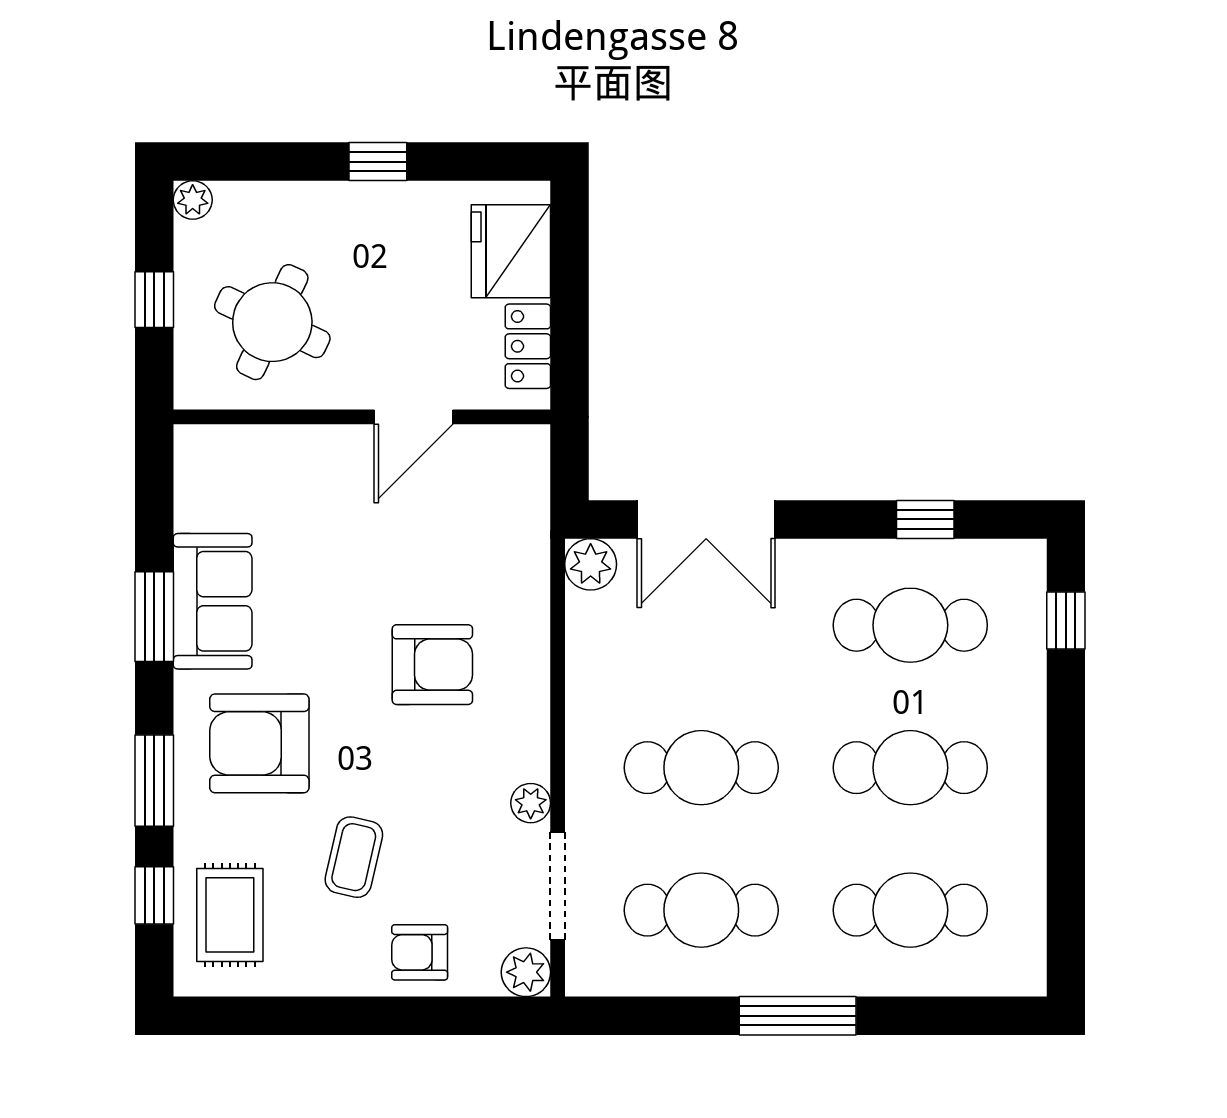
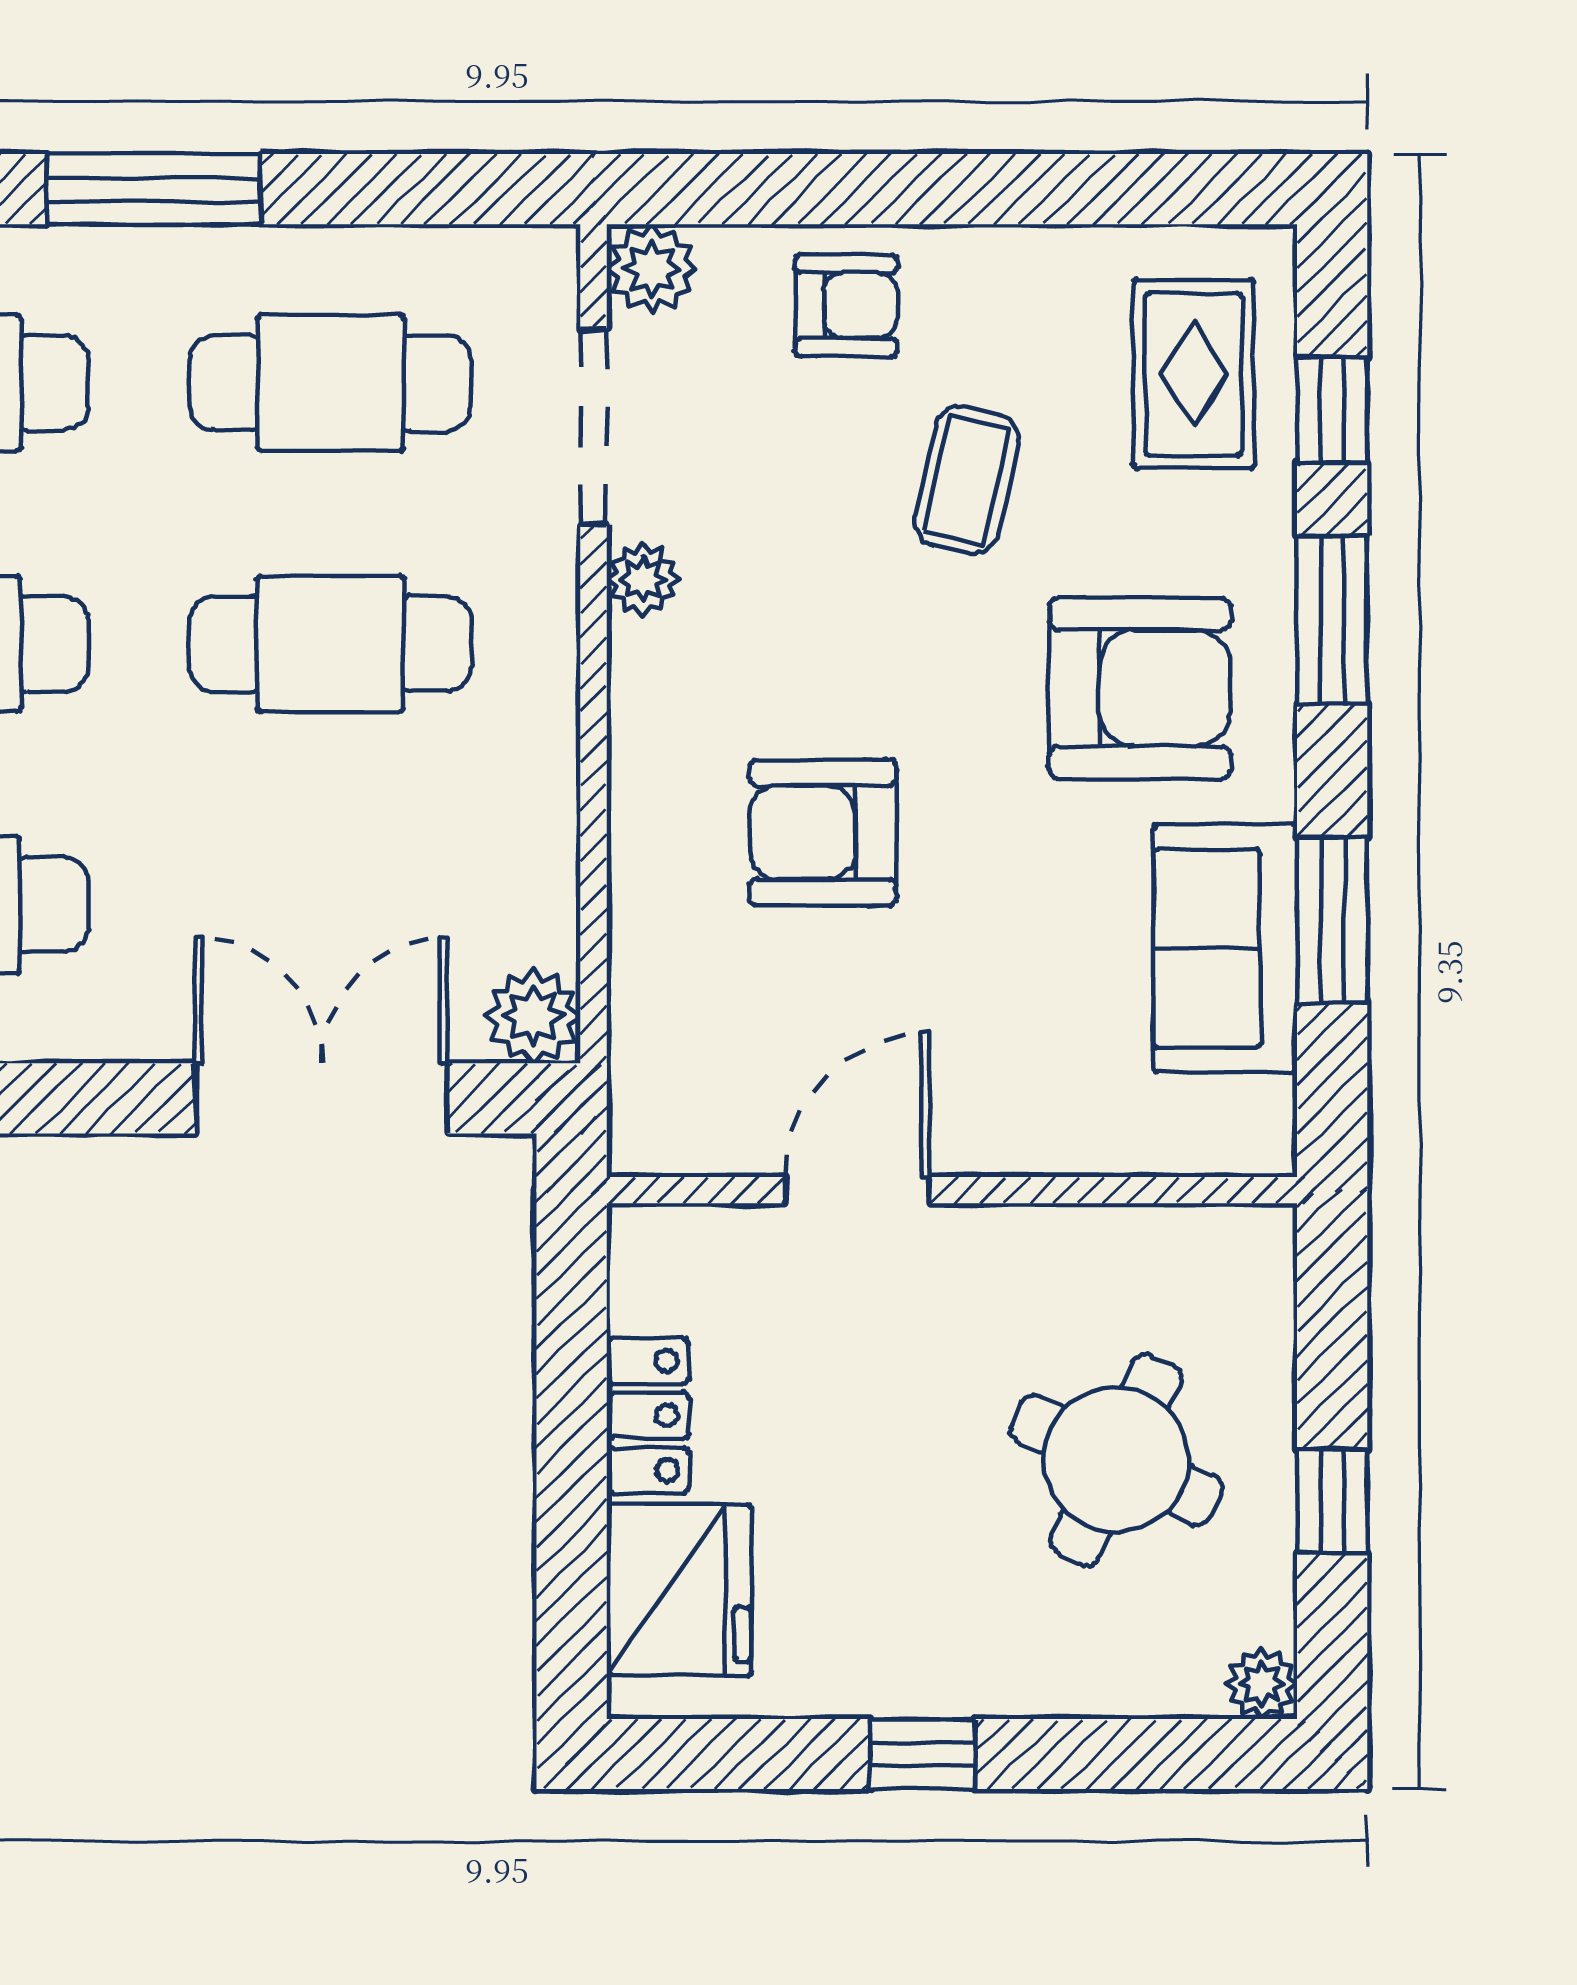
wall: (362, 417) -> (952, 1190), moved
door: (413, 417) -> (857, 1190), moved

